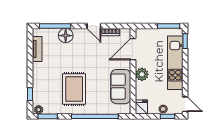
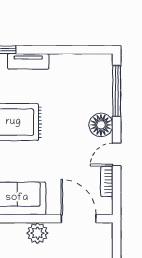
floor lamp: (66, 36) -> (101, 125), moved
tv unit: (37, 49) -> (28, 61), moved

